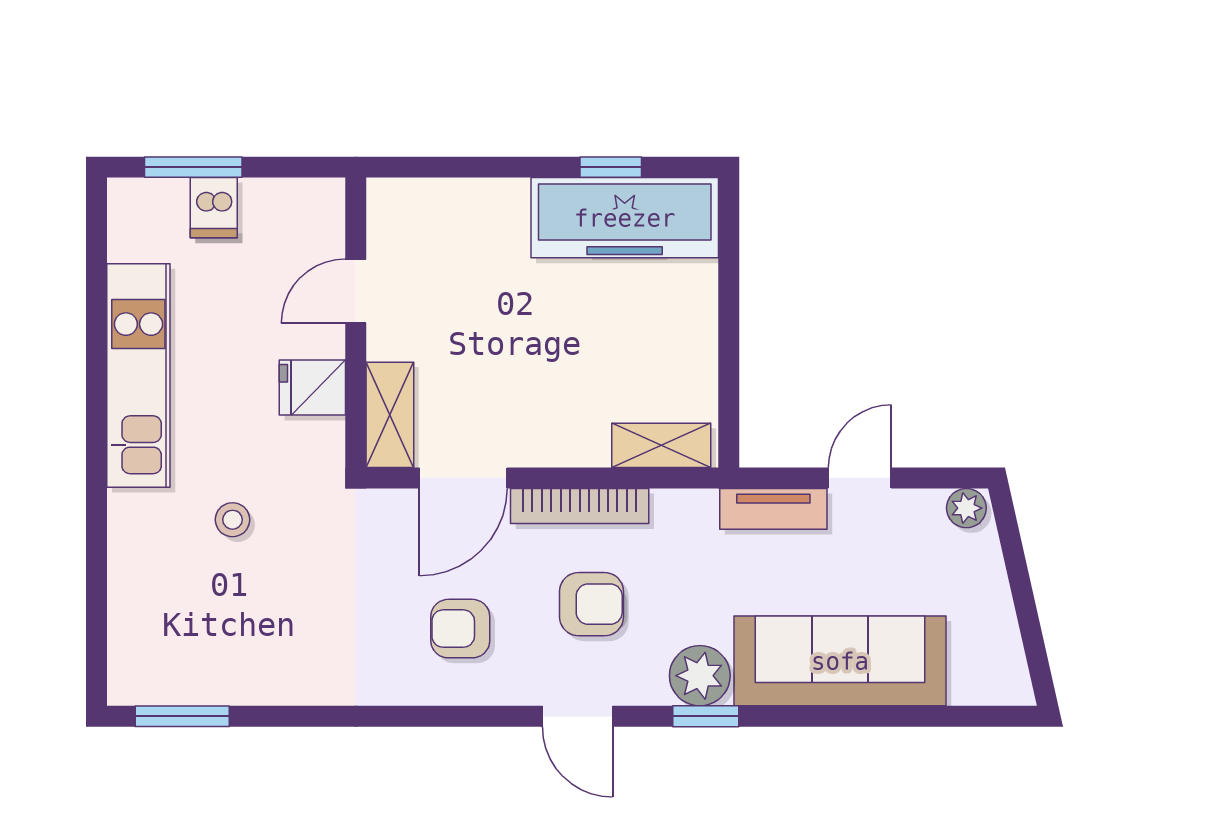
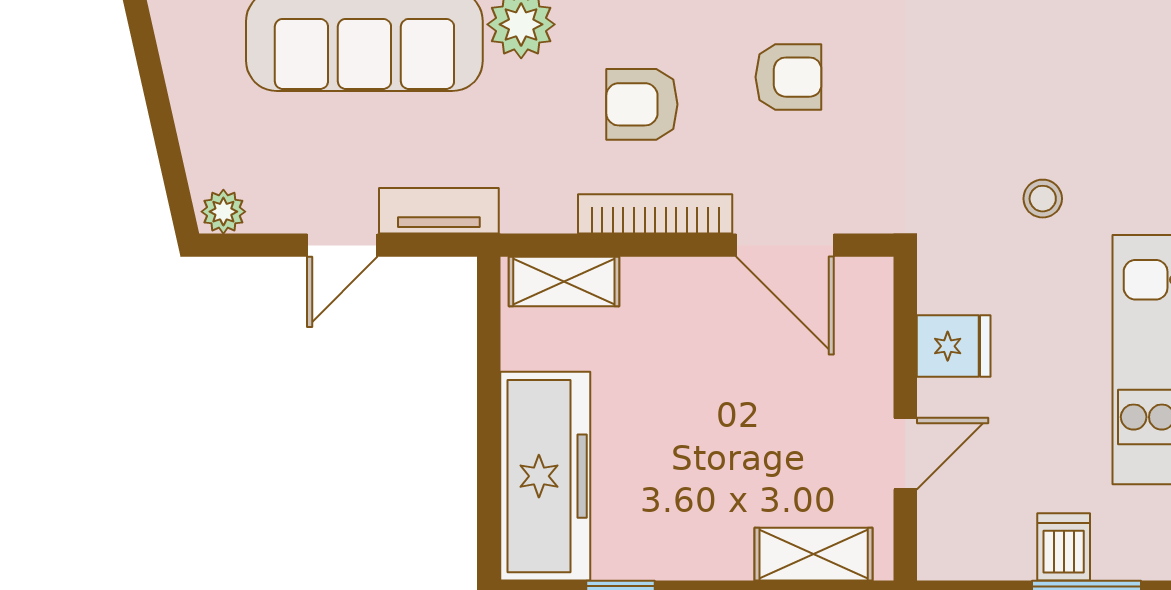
freezer: (625, 218) -> (545, 476), moved, turned 90
shelving: (390, 415) -> (814, 554), moved, turned 90
door: (463, 478) -> (785, 245), swing flipped

